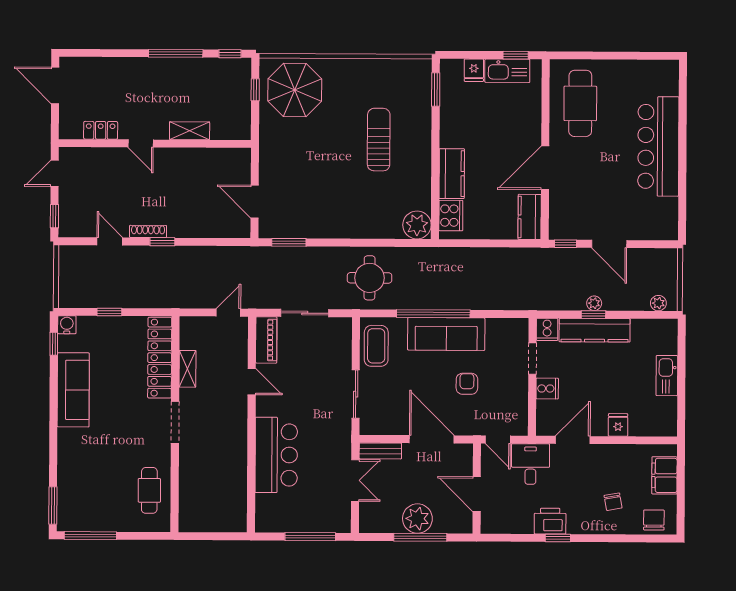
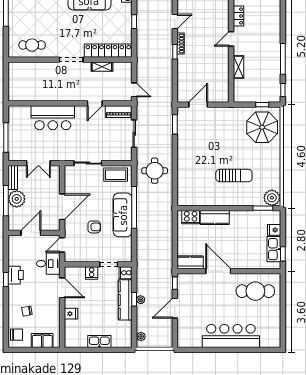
plant: (417, 225) -> (272, 198), moved
bench: (380, 451) -> (13, 177), moved

